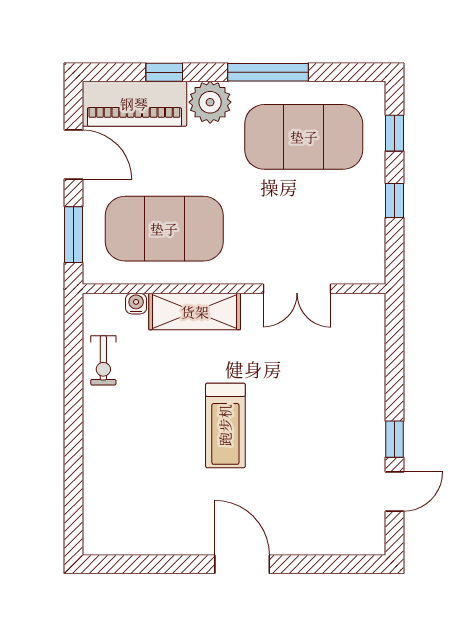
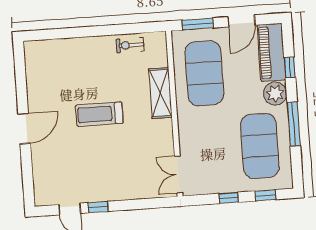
double door: (297, 289) -> (178, 175), moved
water cooler: (136, 304) -> (162, 61), removed

